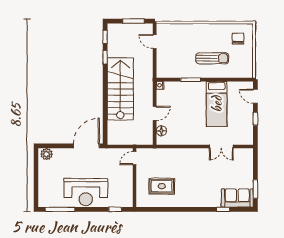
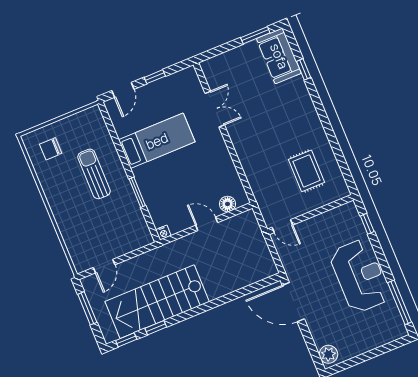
stairs: (120, 89) -> (157, 302), moved

